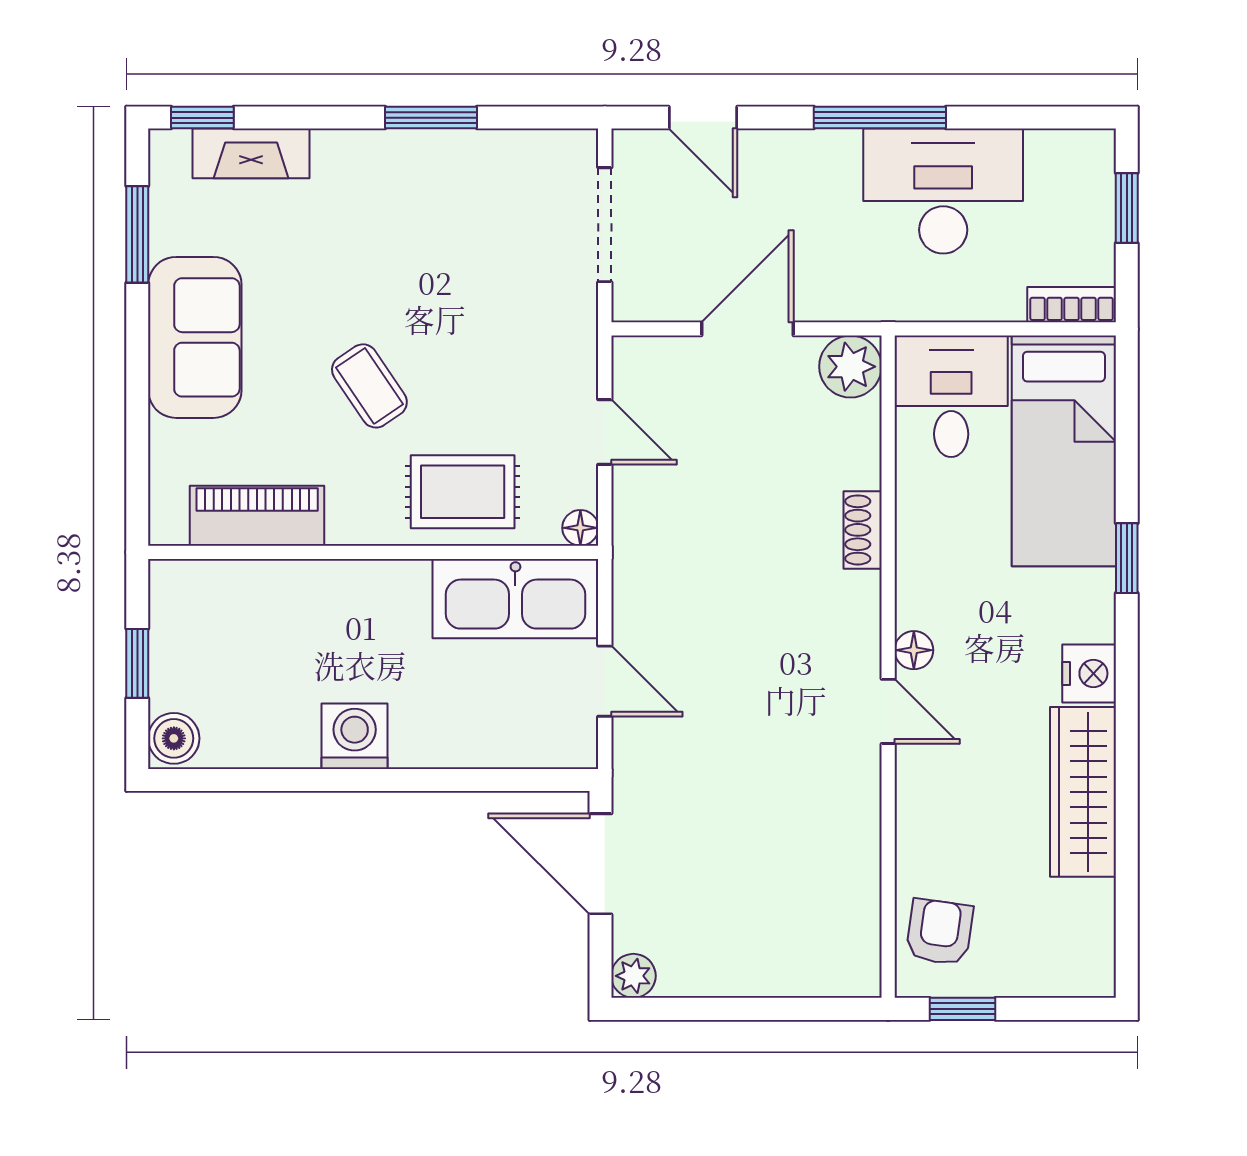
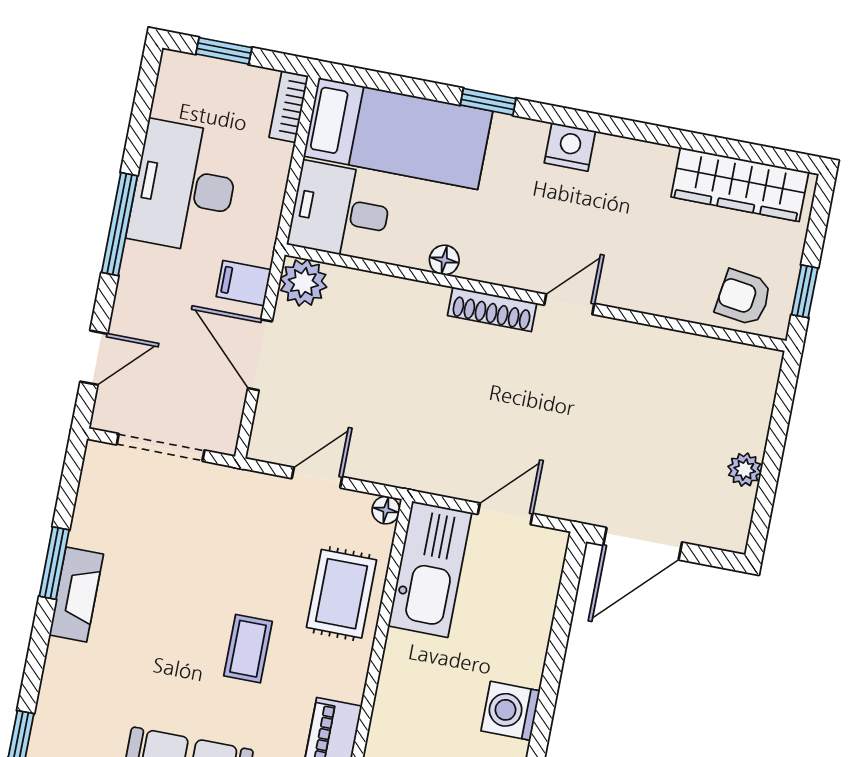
fireplace: (251, 153) -> (76, 594), moved
filing cabinet: (835, 290) -> (244, 283), added
coffee table: (369, 386) -> (248, 649), turned -56
shoe rack: (863, 530) -> (492, 309), moved, width x1.43
floor lamp: (914, 650) -> (444, 260), moved
wardrobe: (1083, 792) -> (740, 184), moved
plant: (633, 976) -> (745, 470), moved

